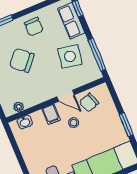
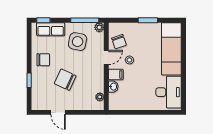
chair: (22, 60) -> (65, 80), turned 74
plant: (96, 74) -> (99, 27), added
washbasin: (25, 122) -> (113, 87), moved

